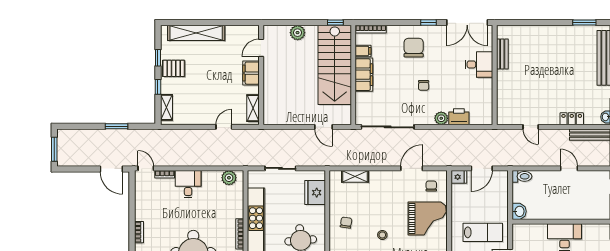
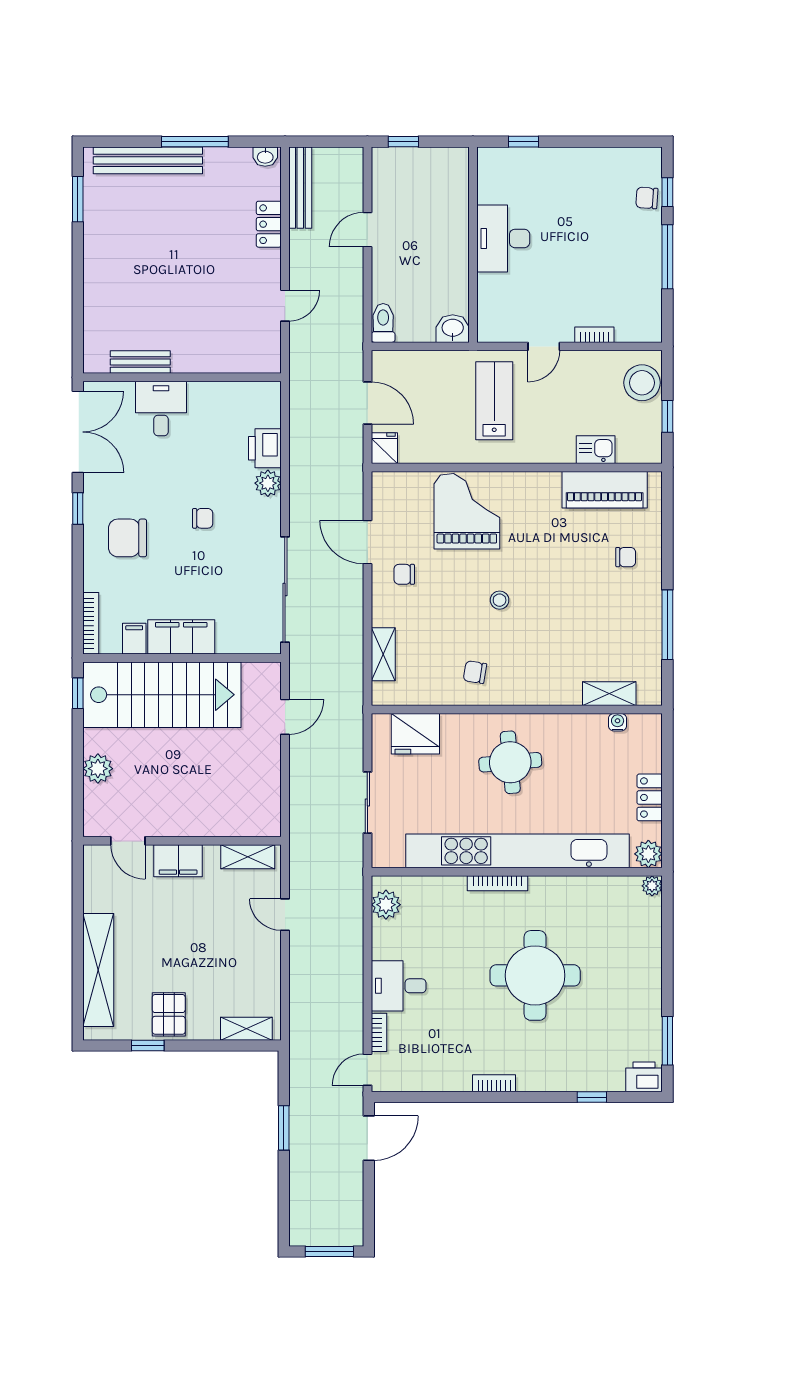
window: (158, 87) -> (205, 1046), removed
chair: (431, 186) -> (404, 574), moved

